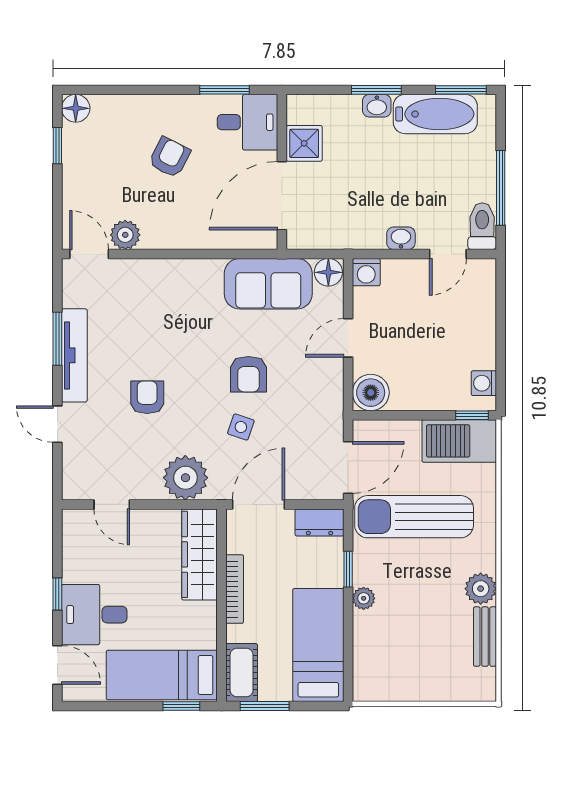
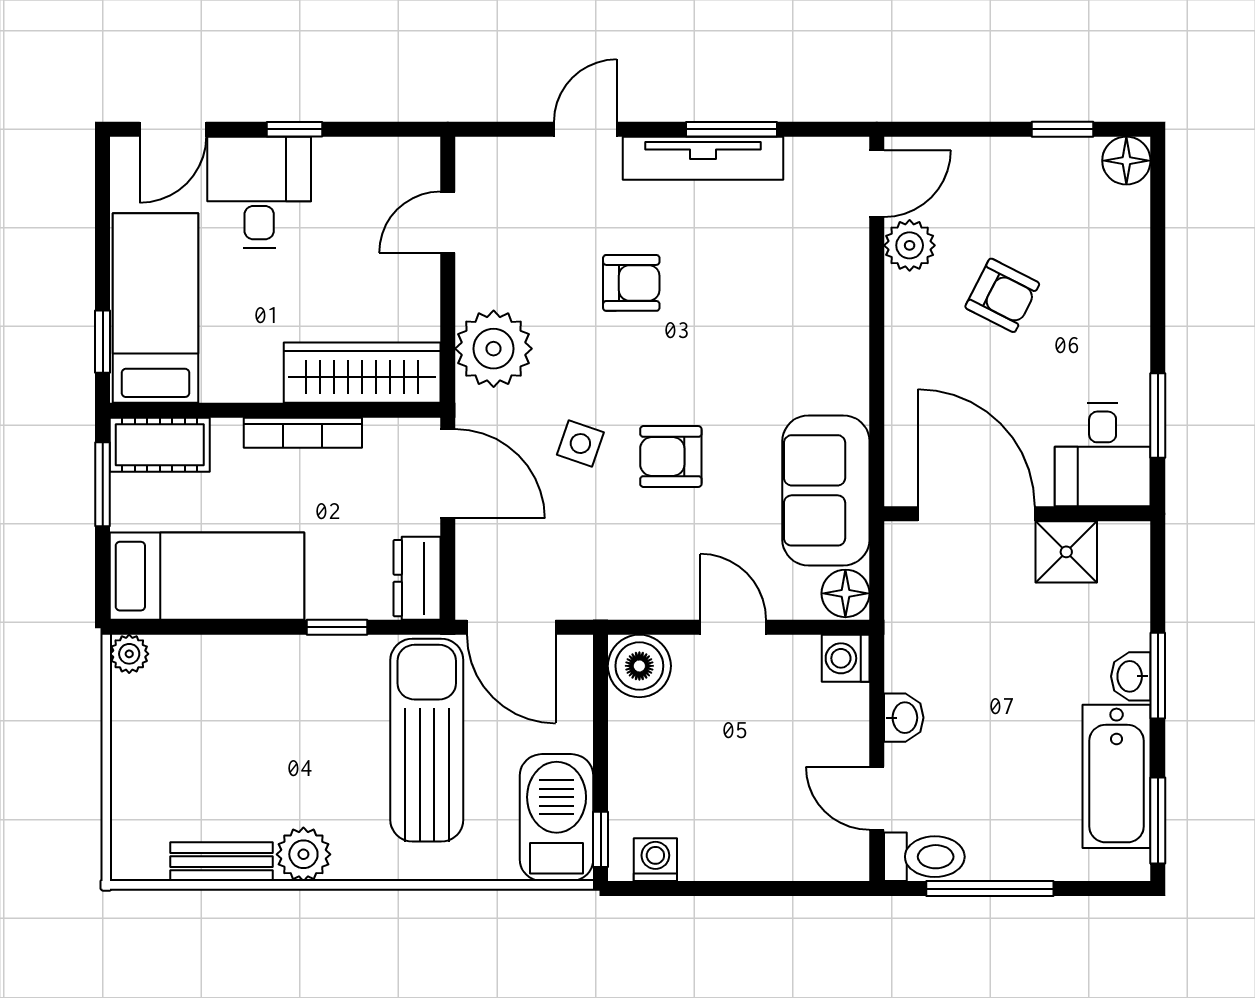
armchair: (169, 157) -> (1002, 295), moved
plant: (364, 598) -> (129, 654), moved

